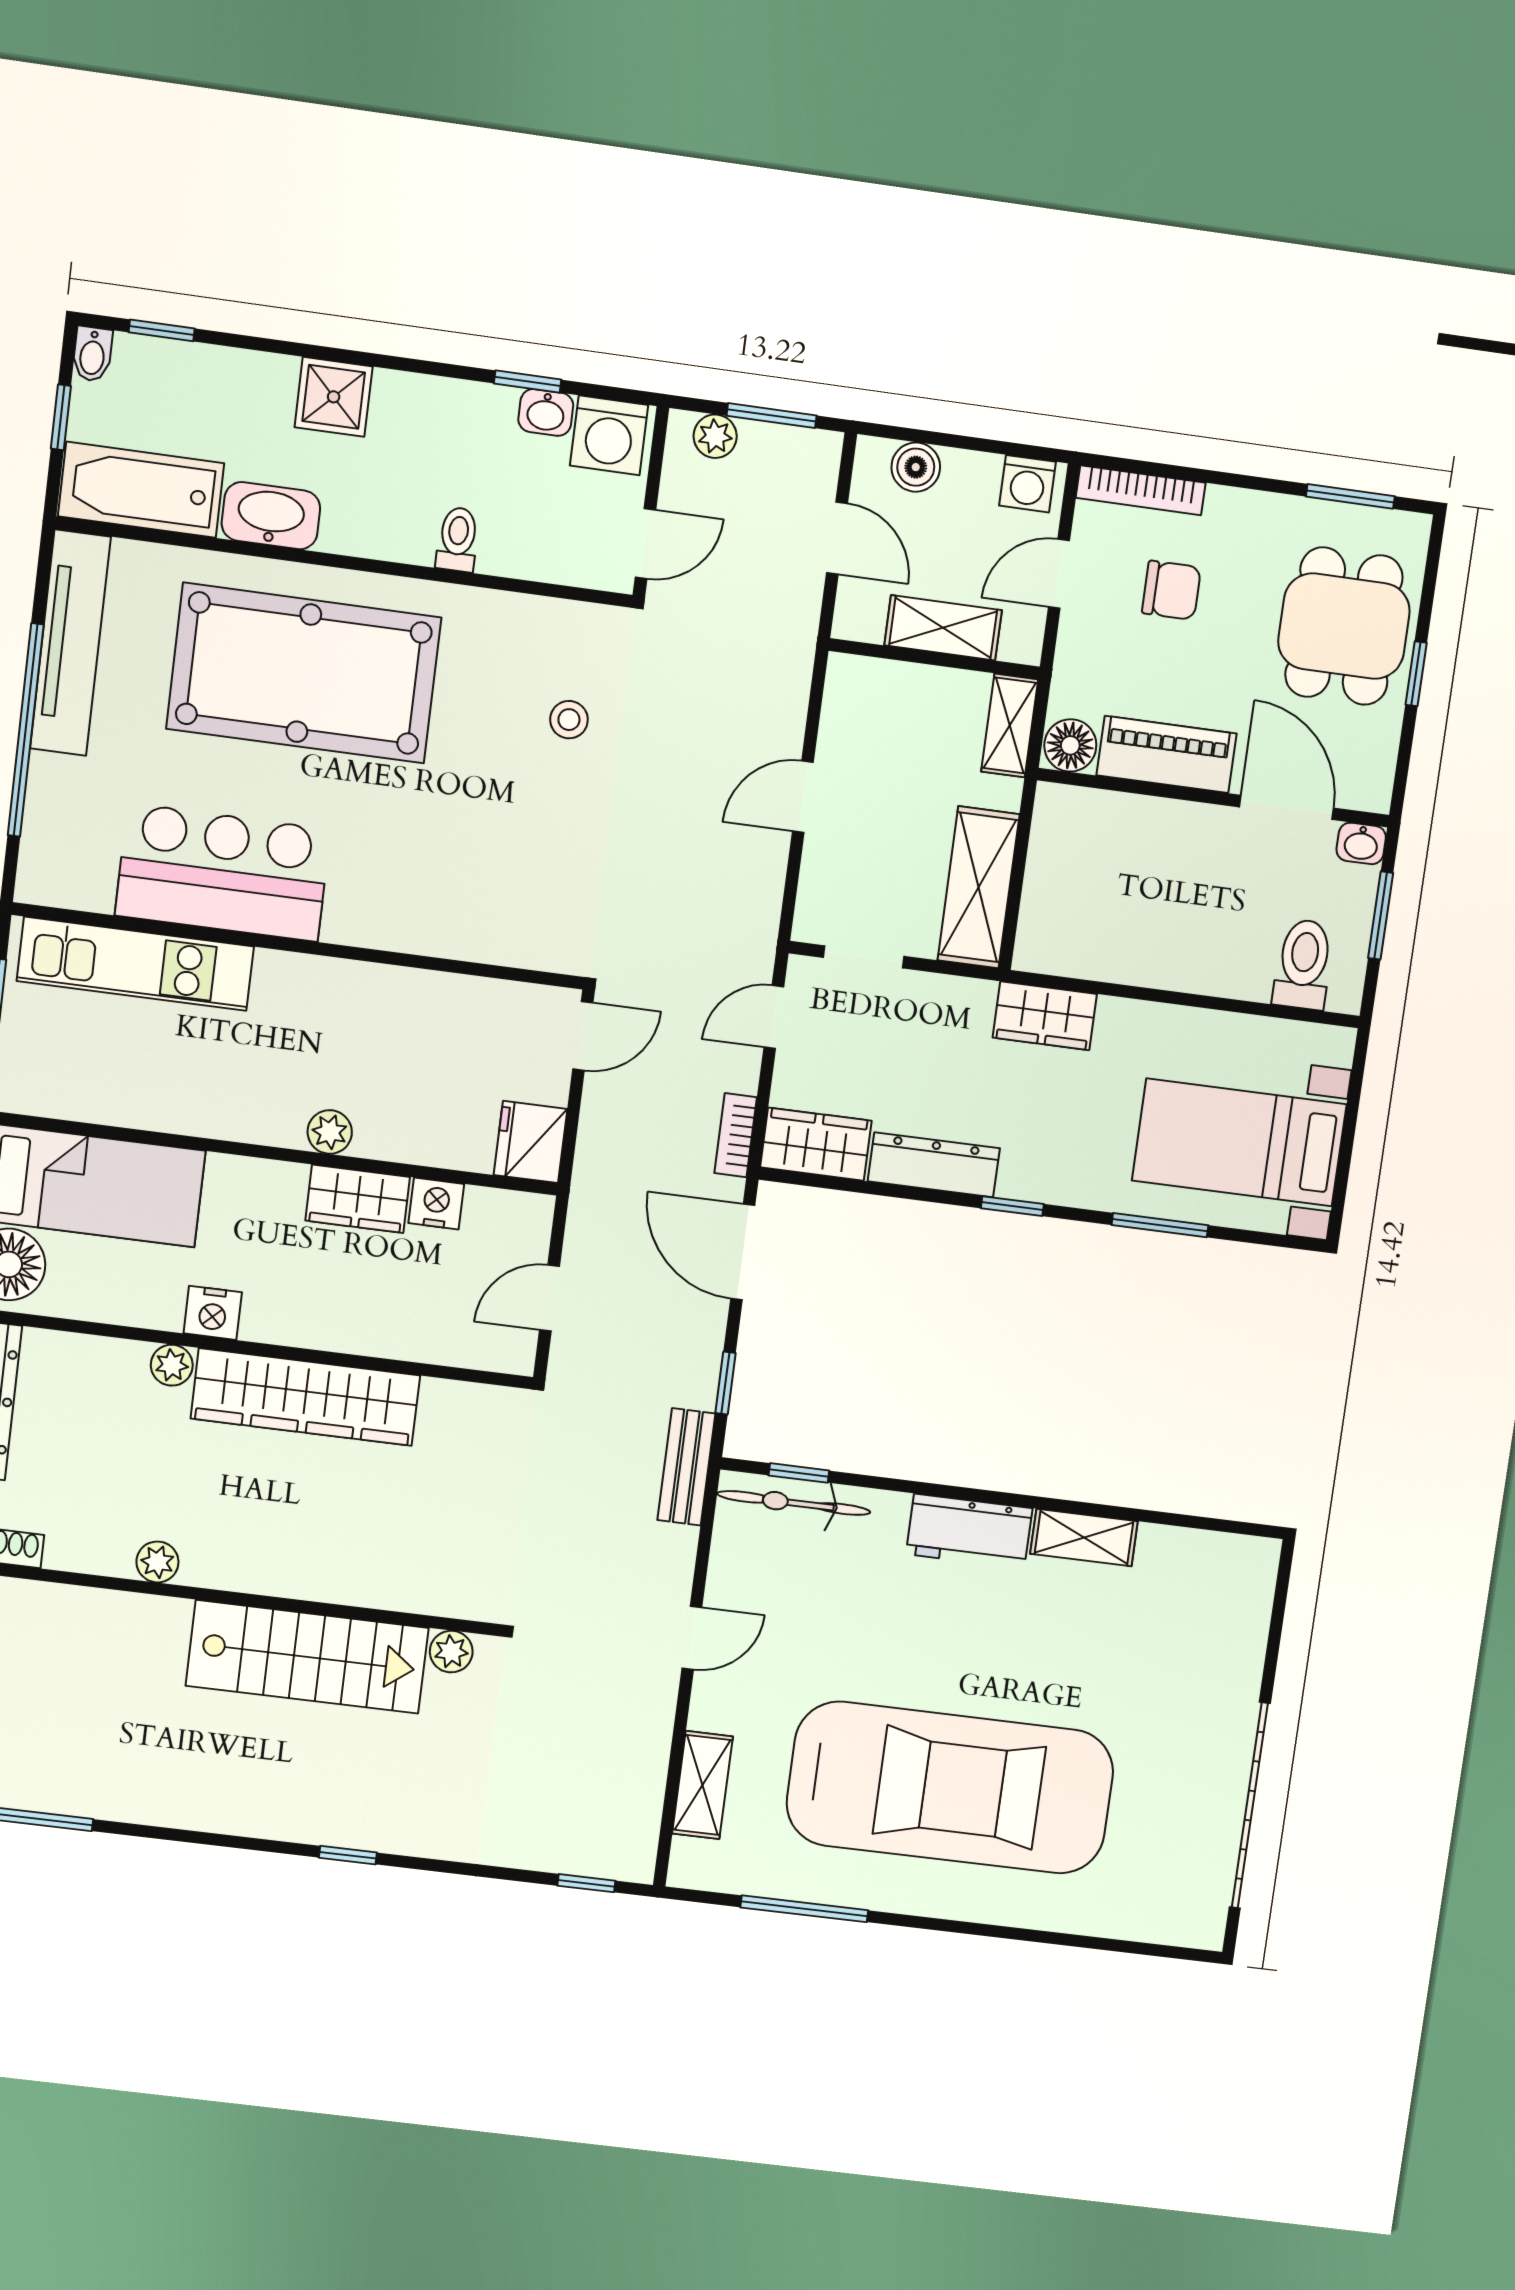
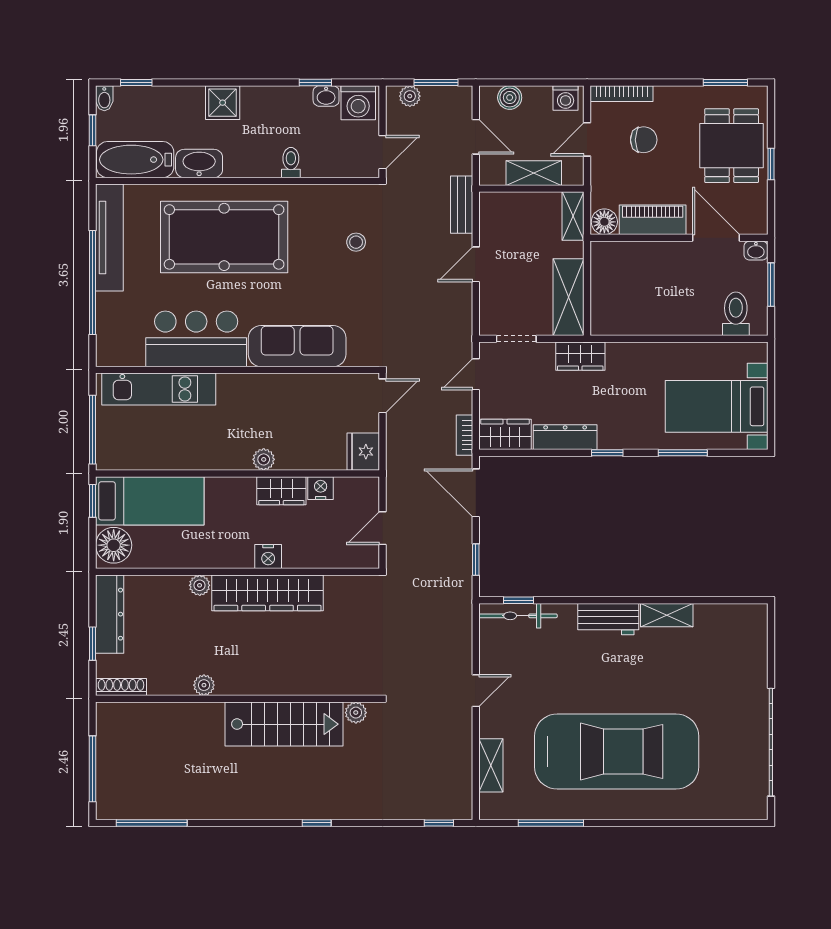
sofa: (424, 914) -> (297, 346), added
wardrobe: (1045, 1016) -> (580, 356), moved
nightstand: (213, 1313) -> (268, 557), moved
bench: (686, 1467) -> (462, 205), moved

